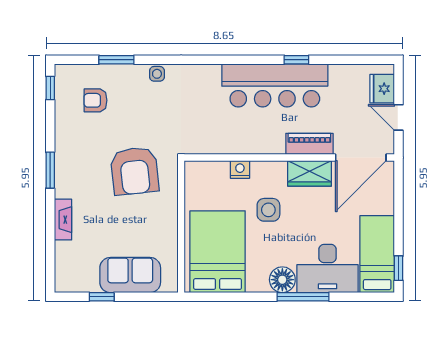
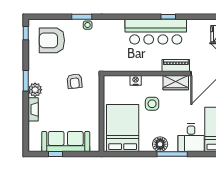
window: (116, 60) -> (82, 17), moved
armchair: (95, 100) -> (52, 40), width x1.88, depth x1.88
armchair: (135, 171) -> (75, 81), width x0.53, depth x0.53
plant: (66, 186) -> (35, 90), added
desk: (328, 268) -> (191, 138), width x0.73
sofa: (130, 275) -> (66, 141), width x1.36

